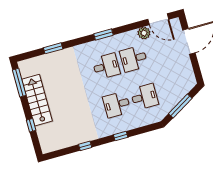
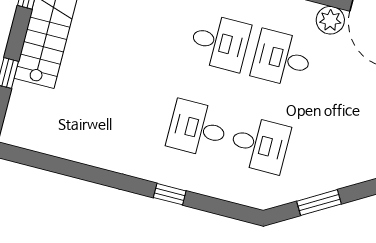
window: (180, 106) -> (319, 203), width x0.69
window: (85, 146) -> (89, 173), removed

